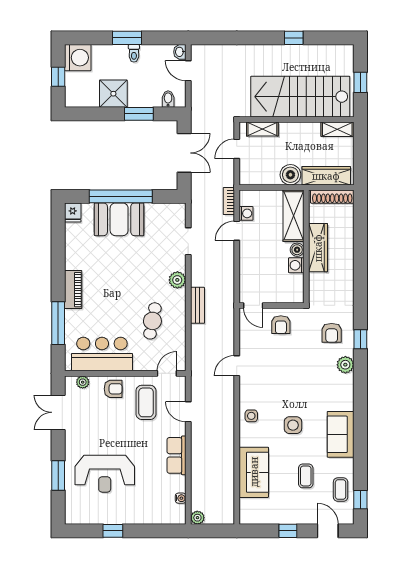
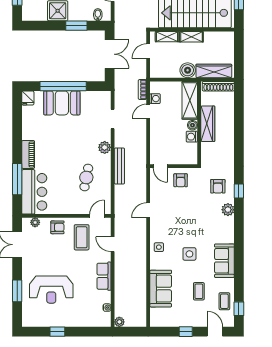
shelving: (337, 129) -> (191, 37), moved
bench: (198, 305) -> (119, 166), width x1.36
bar counter: (102, 354) -> (34, 192), moved, turned 90

